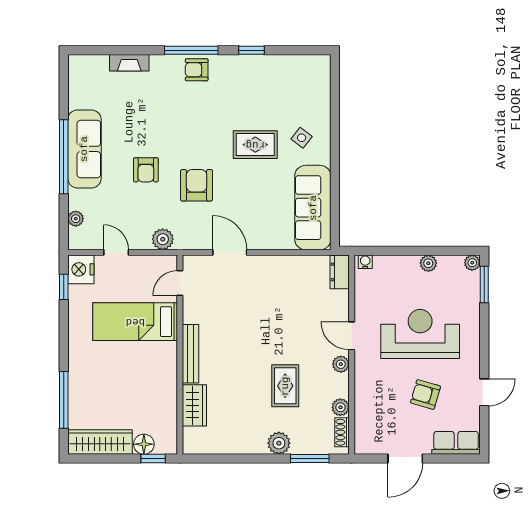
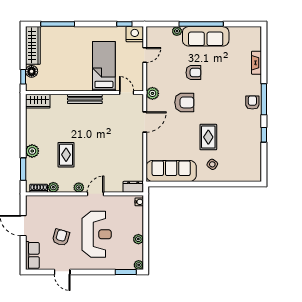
armchair: (146, 170) -> (193, 73), turned 180
plant: (76, 219) -> (177, 31), moved
plant: (163, 239) -> (152, 93), moved
rug: (285, 386) -> (66, 155), turned 90
wardrobe: (194, 405) -> (38, 101), moved

